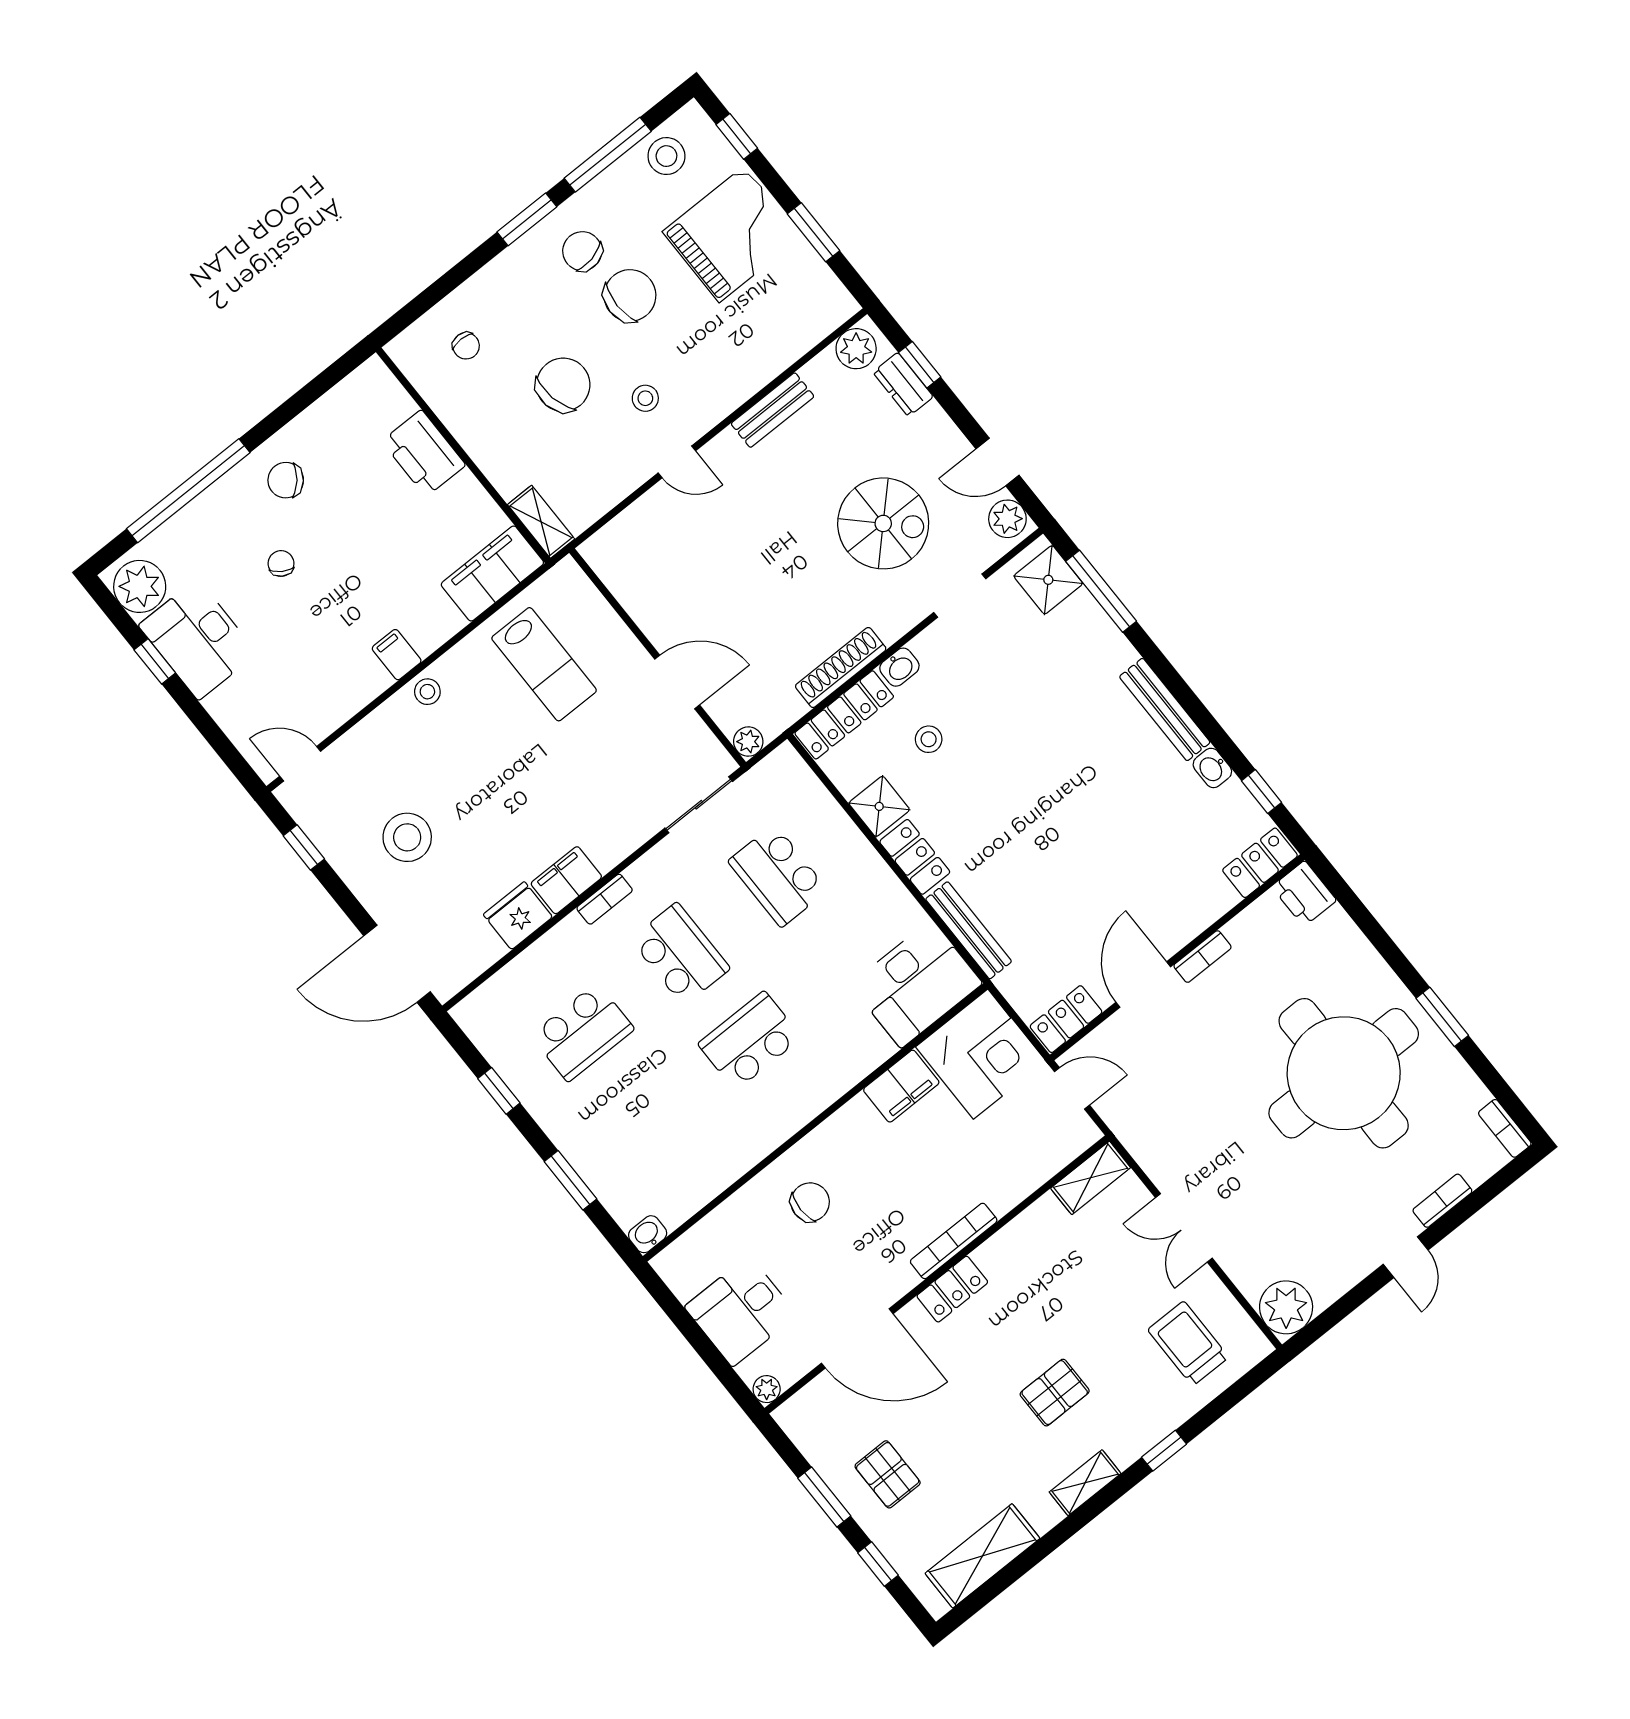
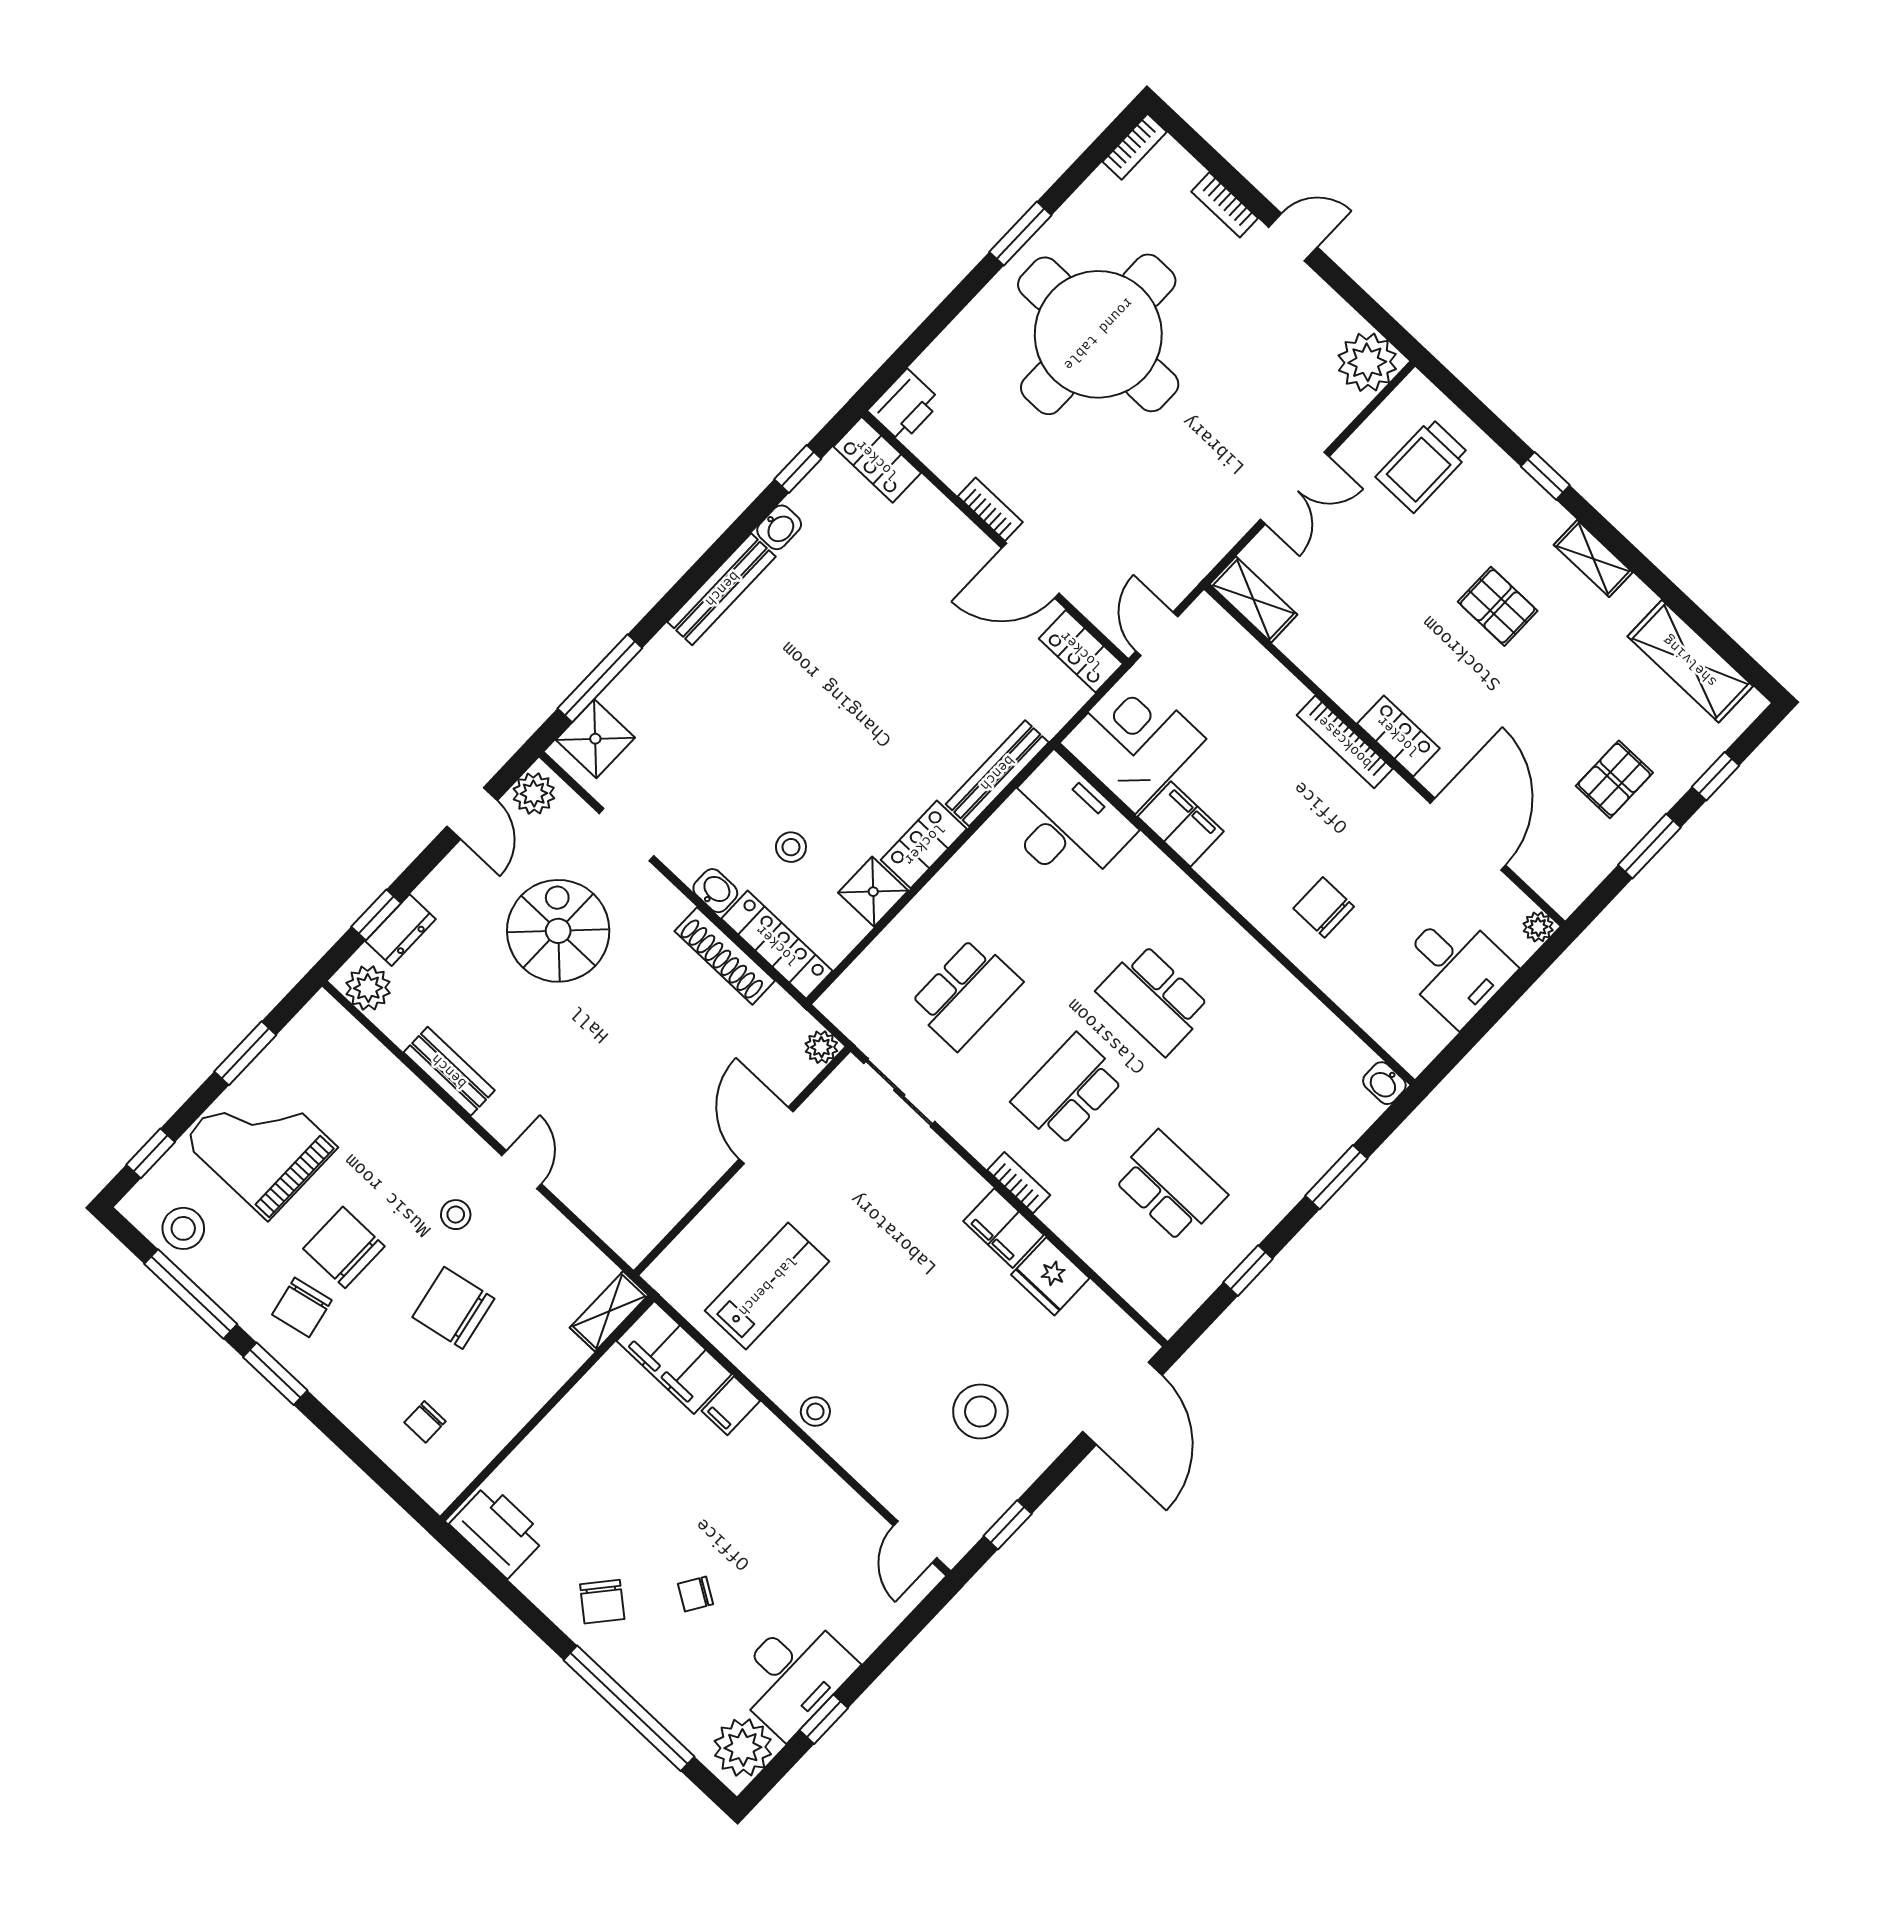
chair: (466, 346) -> (425, 1422), turned 180
printer: (424, 453) -> (498, 1531), moved, turned -90
filing cabinet: (397, 655) -> (731, 1406), moved

